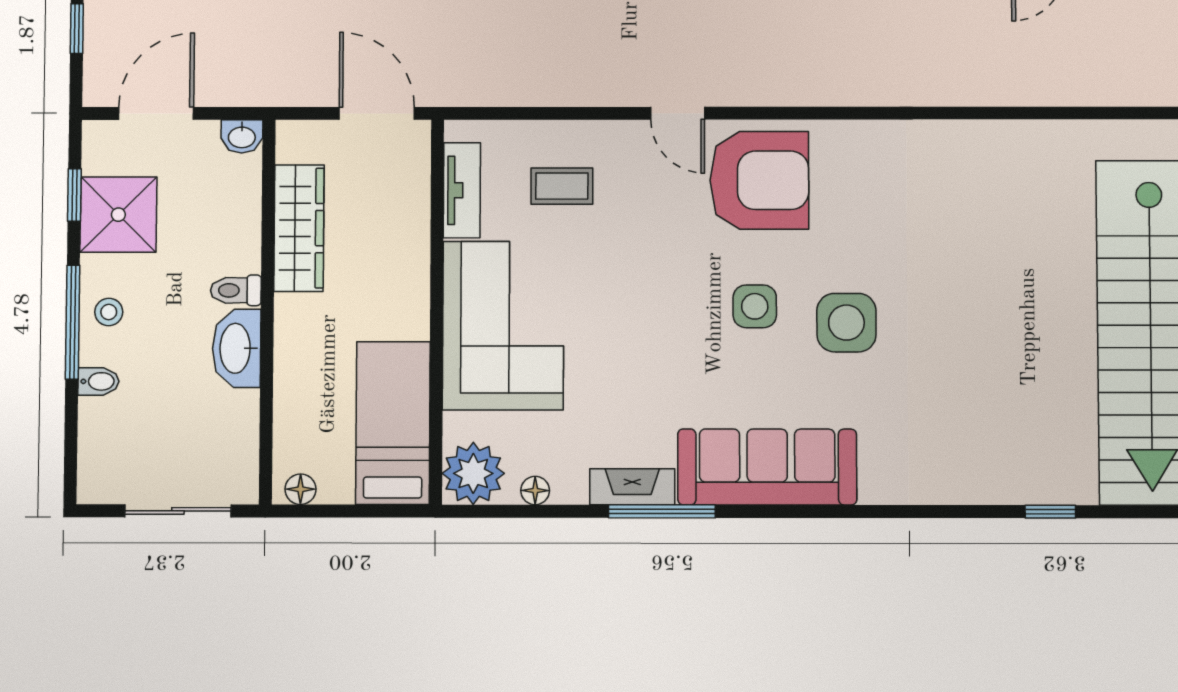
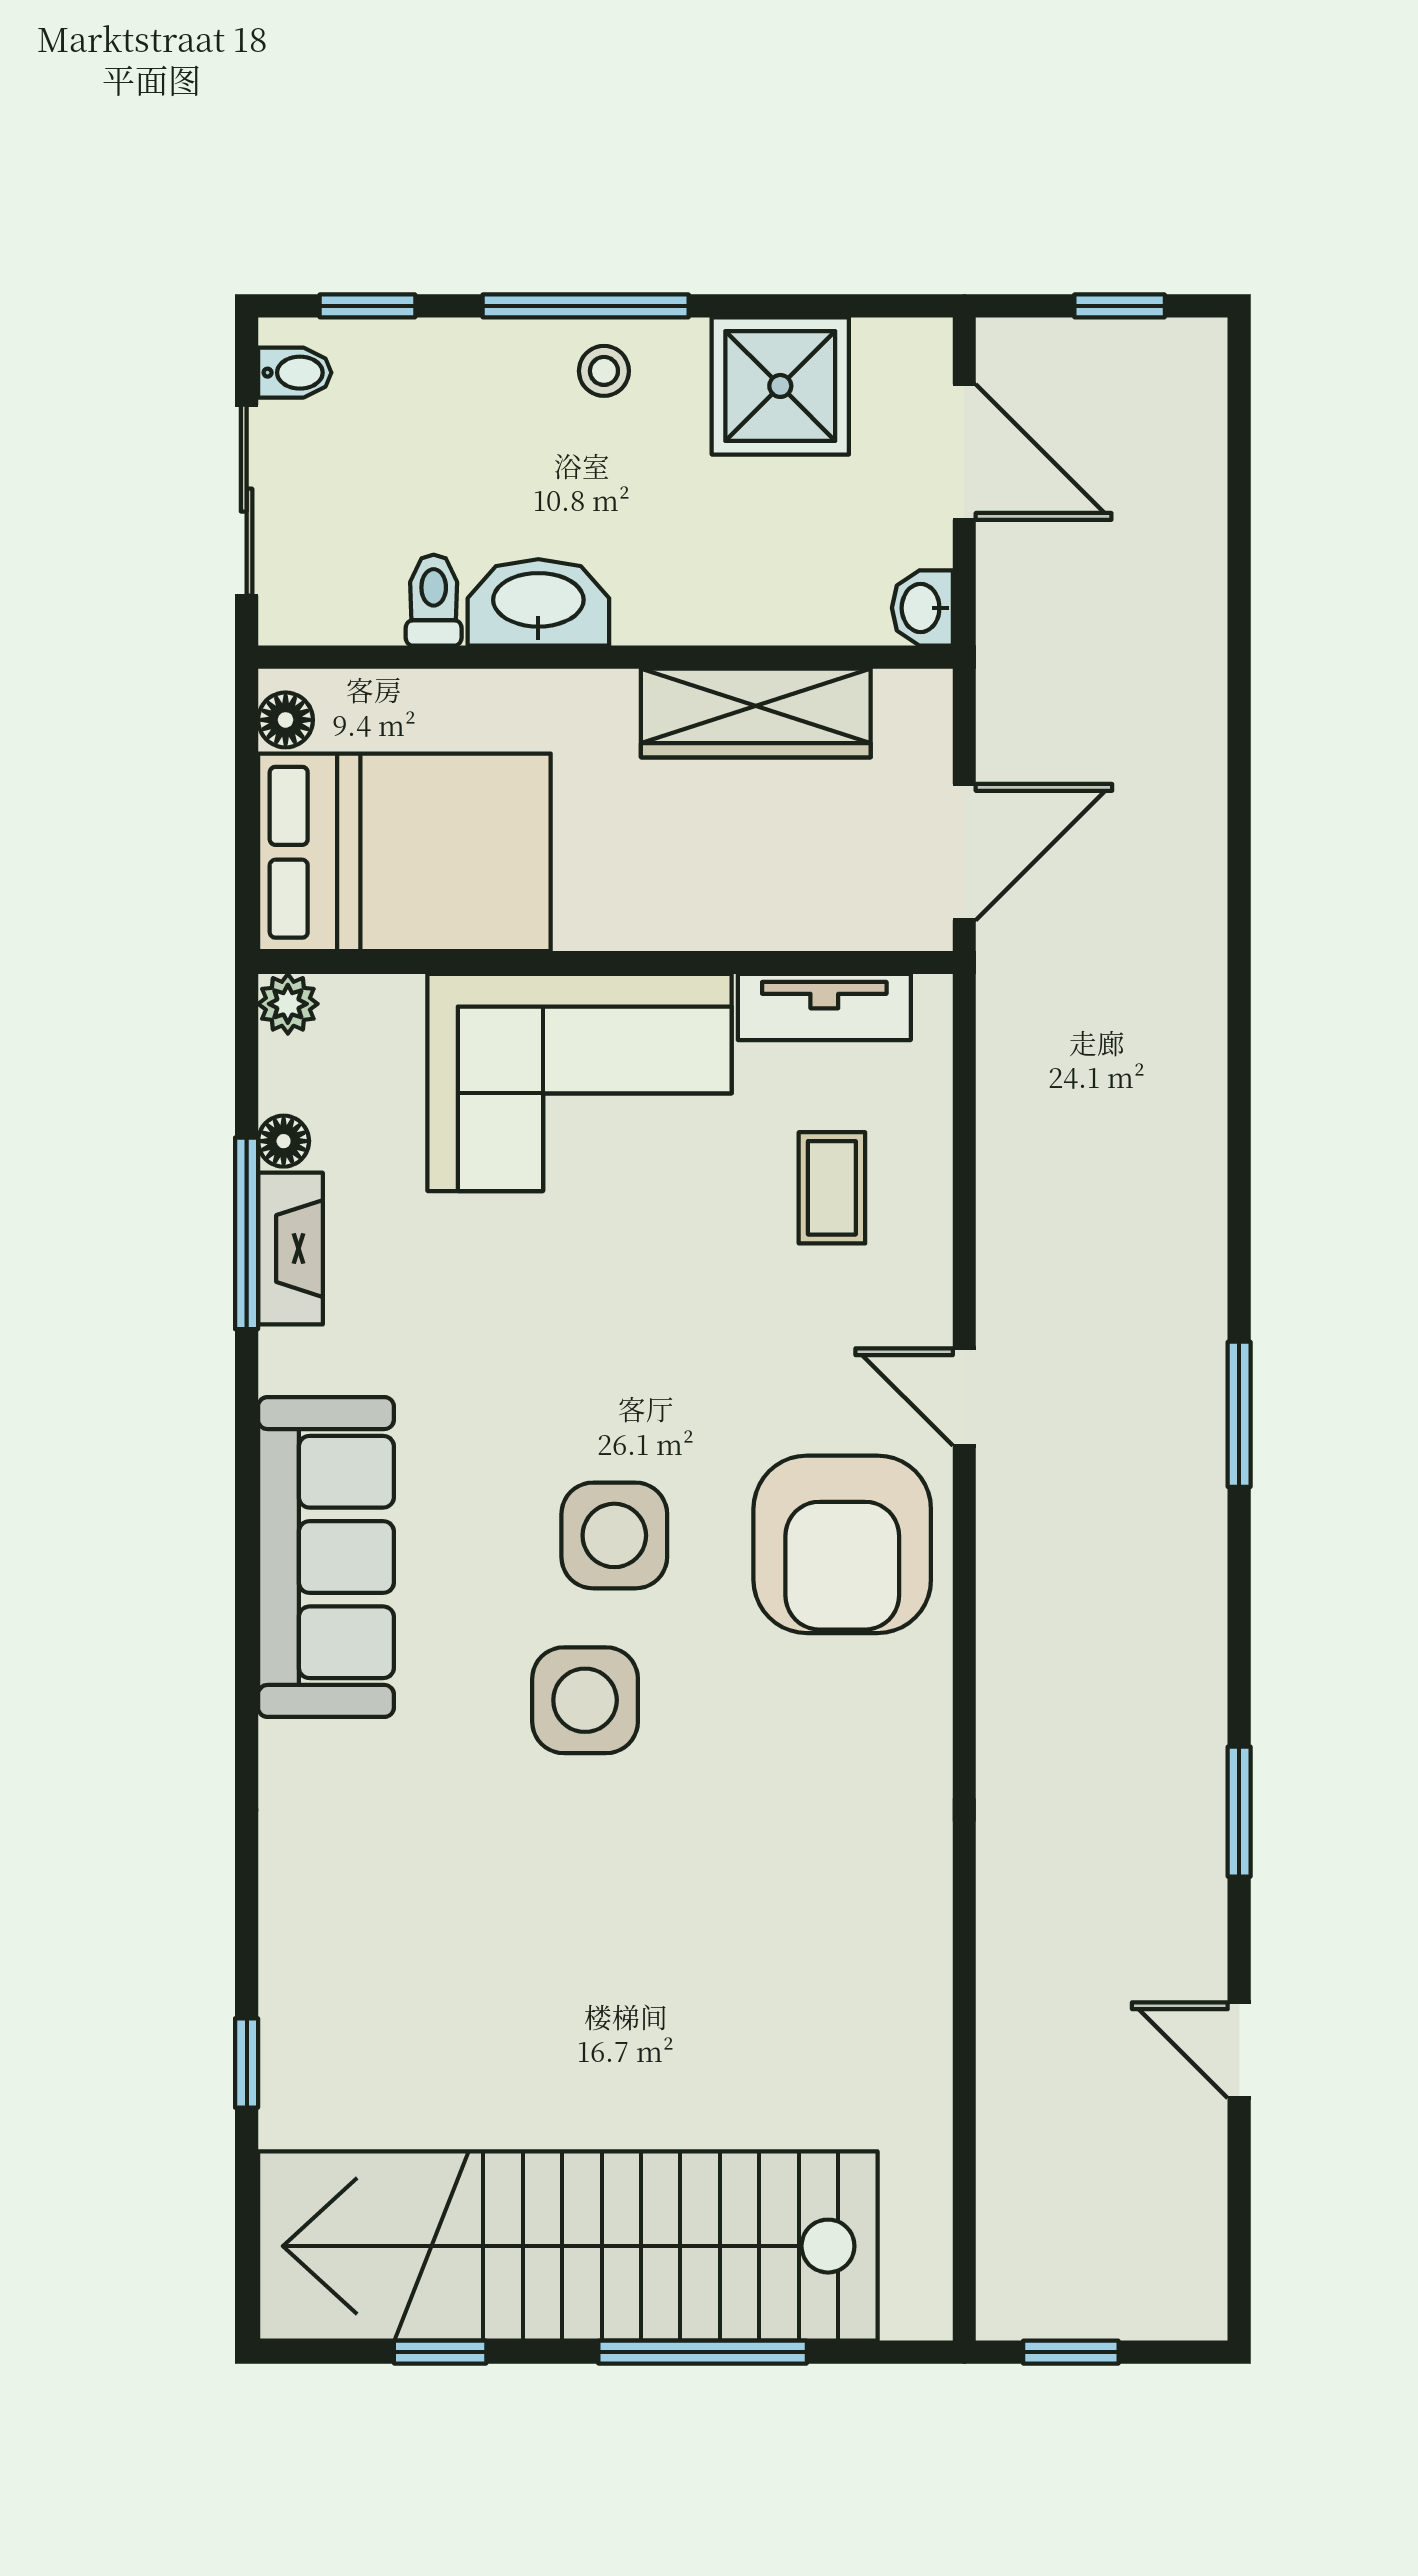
door: (678, 113) -> (964, 1397), hinge flipped
window: (74, 195) -> (367, 306), moved
toilet: (236, 290) -> (434, 600), moved
side table: (755, 306) -> (614, 1535), width x1.37, depth x1.37
bidet: (98, 381) -> (295, 373), moved, turned -90
bed: (393, 423) -> (404, 852), width x1.50
plant: (473, 473) -> (288, 1004), width x0.53, depth x0.53
fireplace: (632, 487) -> (290, 1249), moved
window: (662, 511) -> (247, 1233), moved

